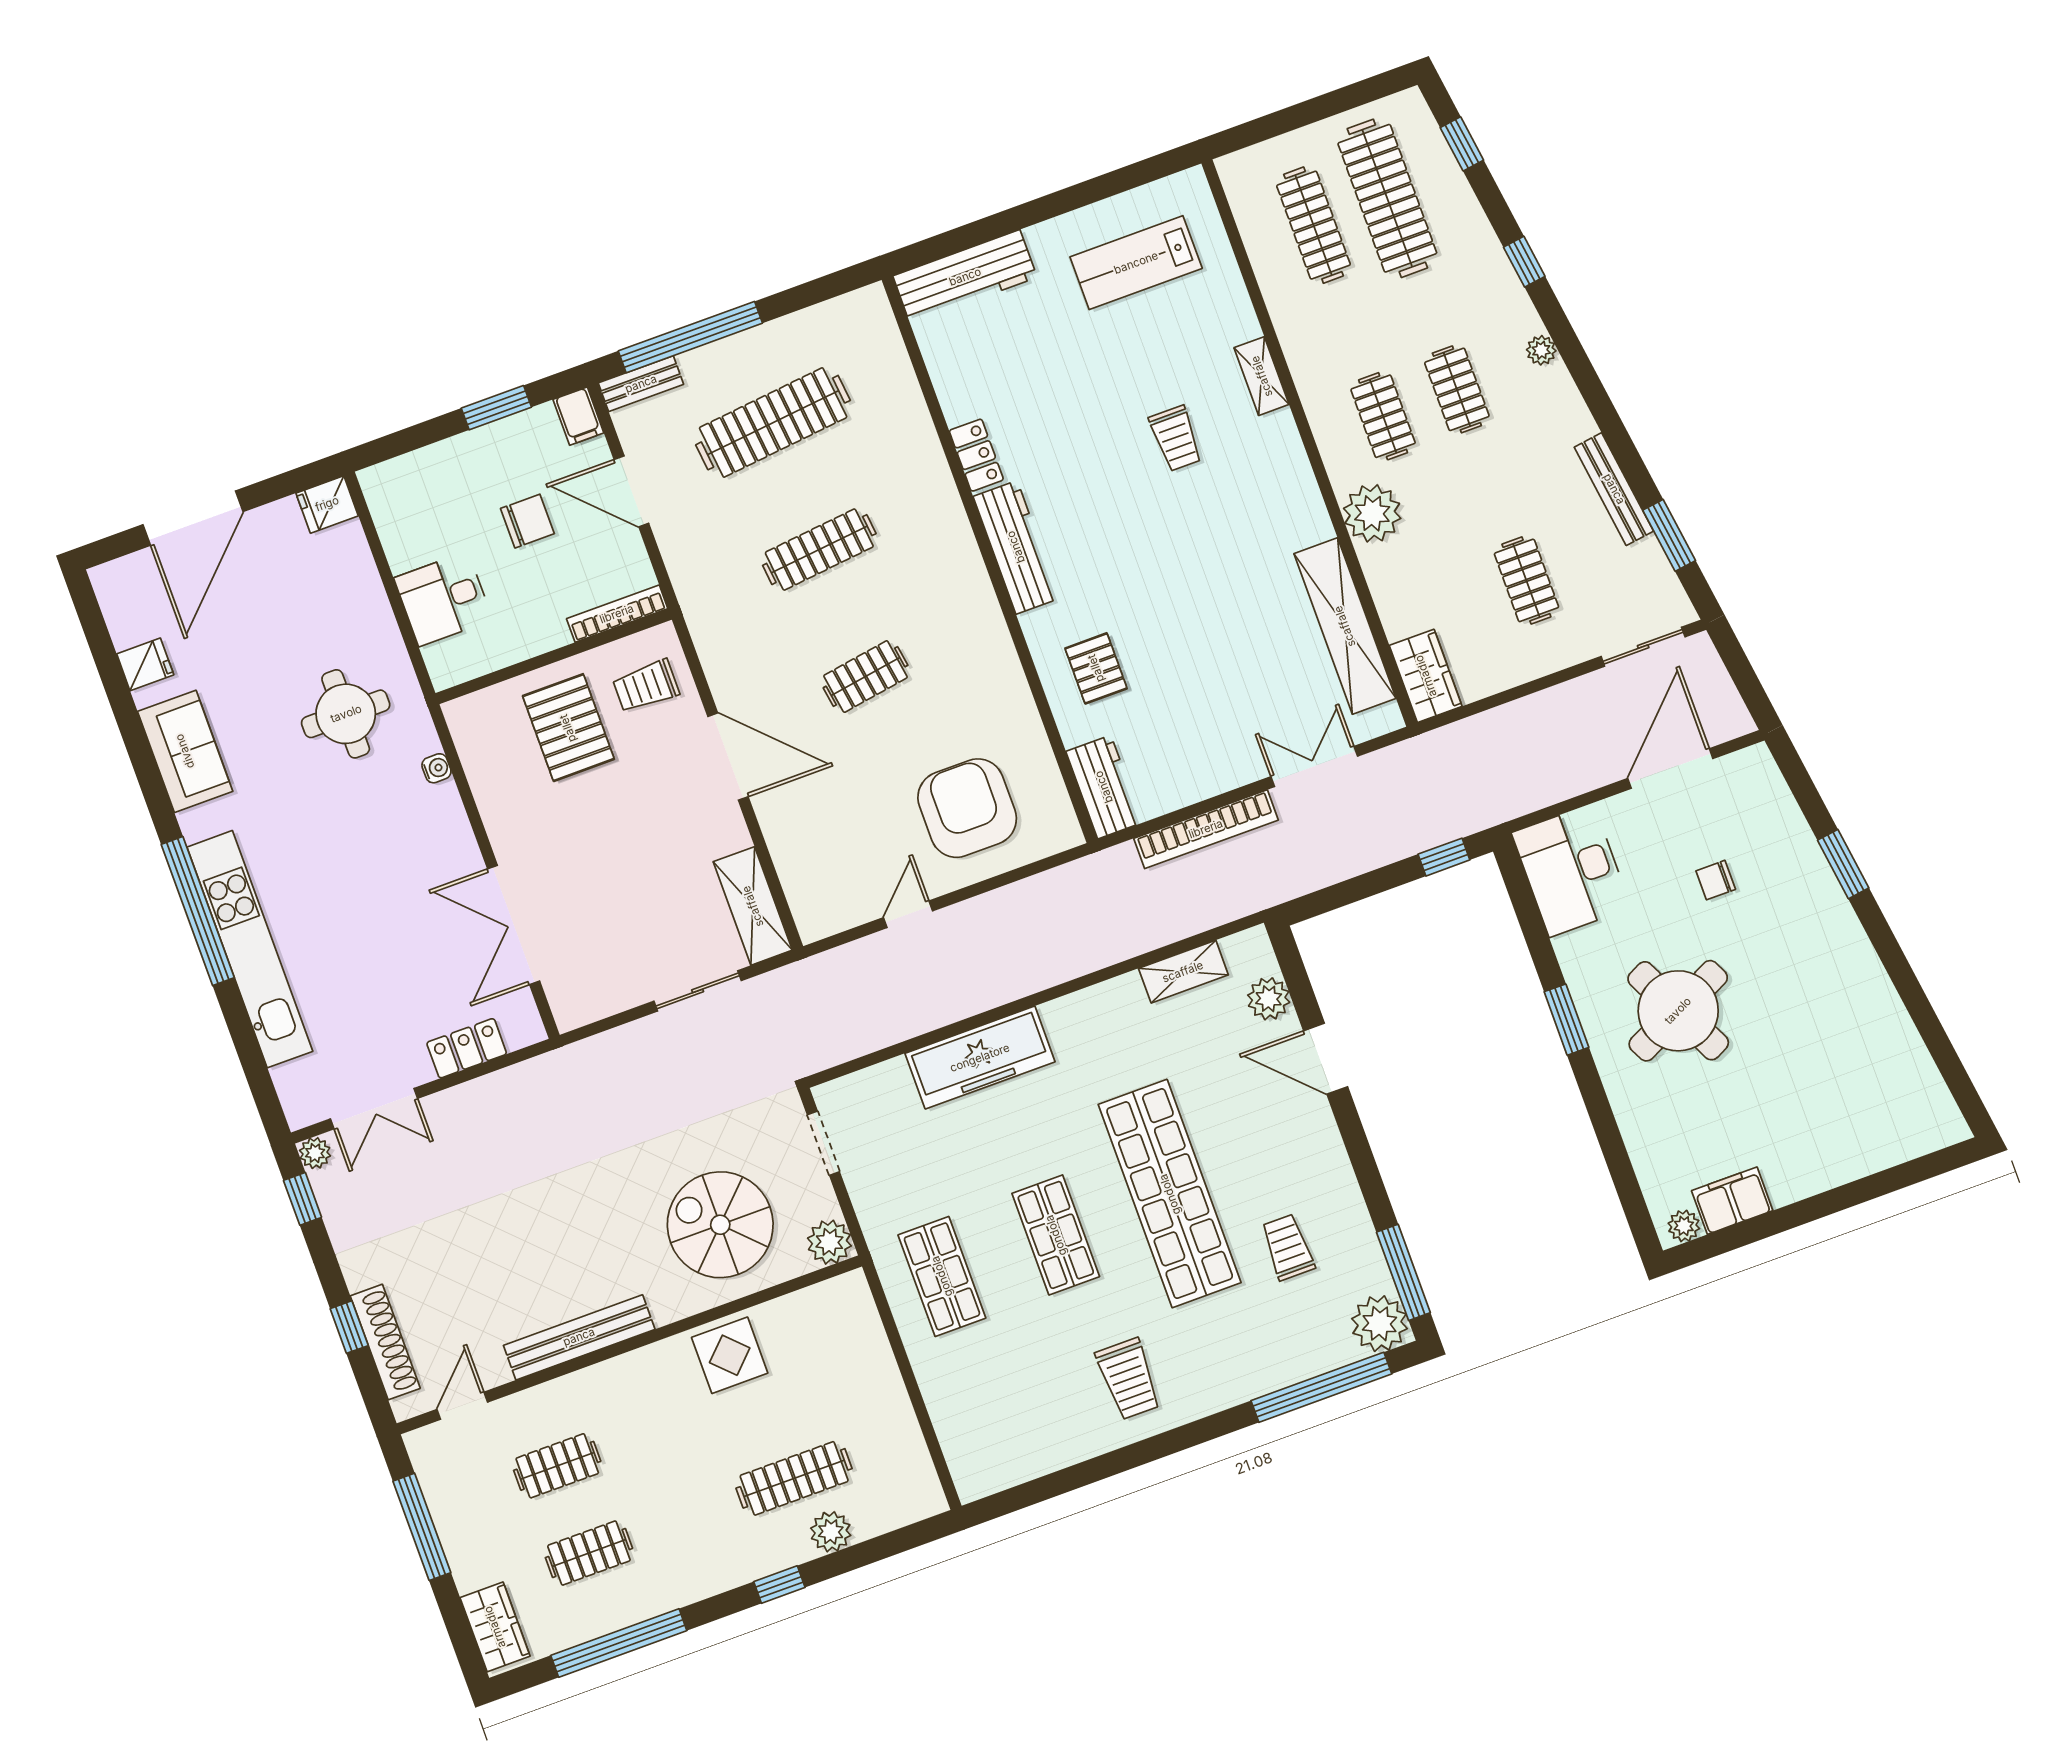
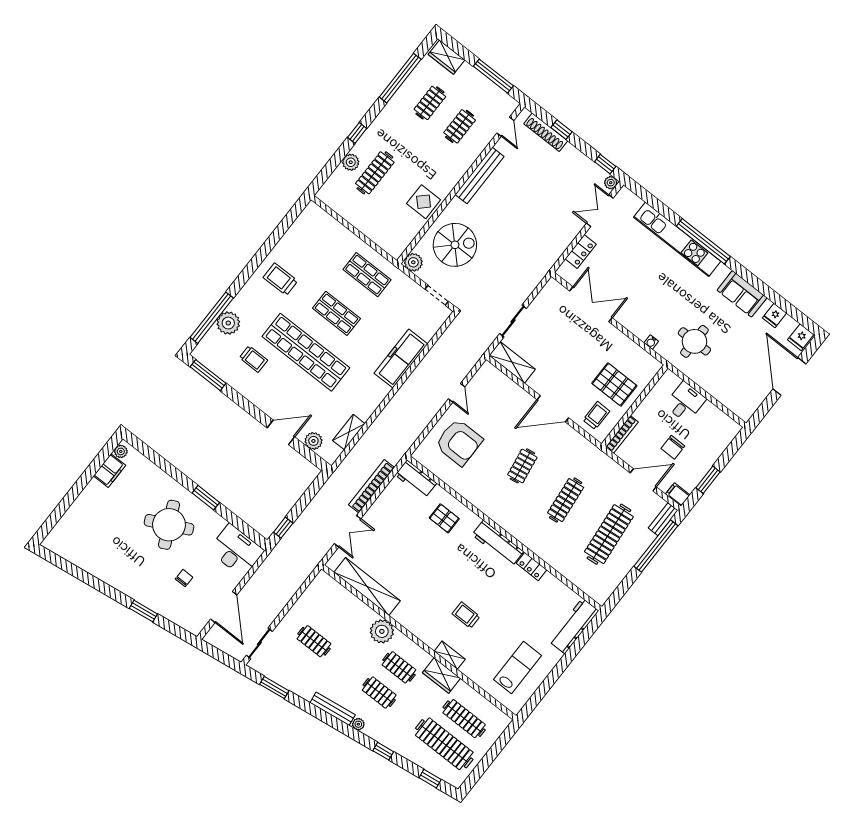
bench: (1614, 489) -> (333, 709), moved
fridge: (327, 504) -> (801, 337), moved, turned 180
wardrobe: (1426, 676) -> (441, 675), moved
plant: (1379, 1324) -> (228, 323), moved

